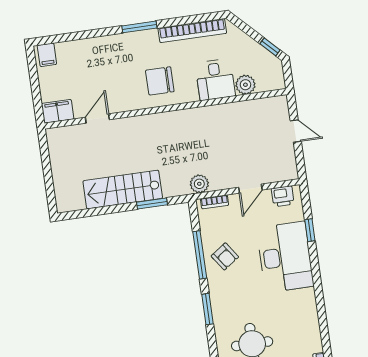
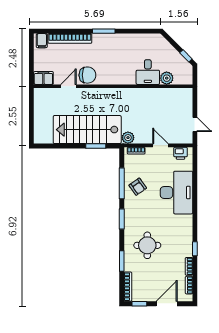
bookcase: (192, 31) -> (70, 38), moved
chair: (160, 81) -> (87, 75), moved, turned 180
door: (296, 131) -> (195, 125), moved
door: (250, 189) -> (160, 145), swing flipped
stairs: (123, 190) -> (87, 130), width x1.36, depth x1.51
window: (310, 230) -> (195, 249), moved

